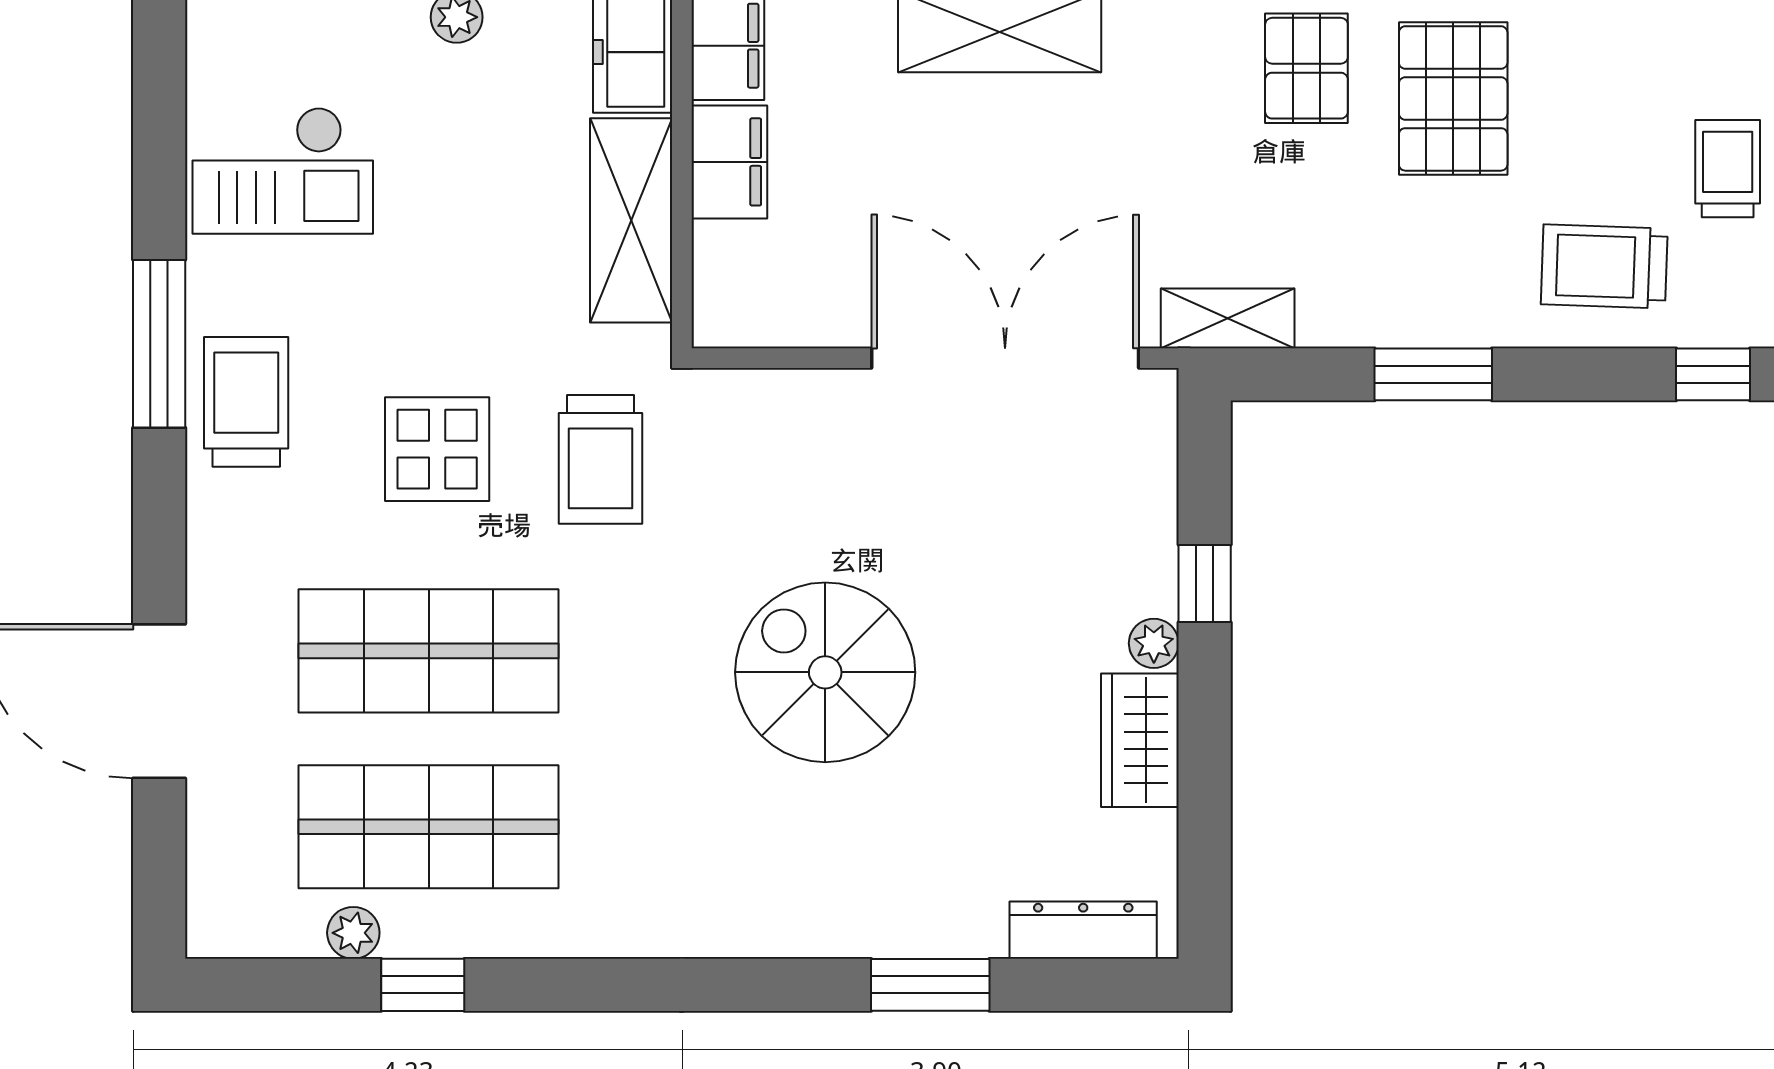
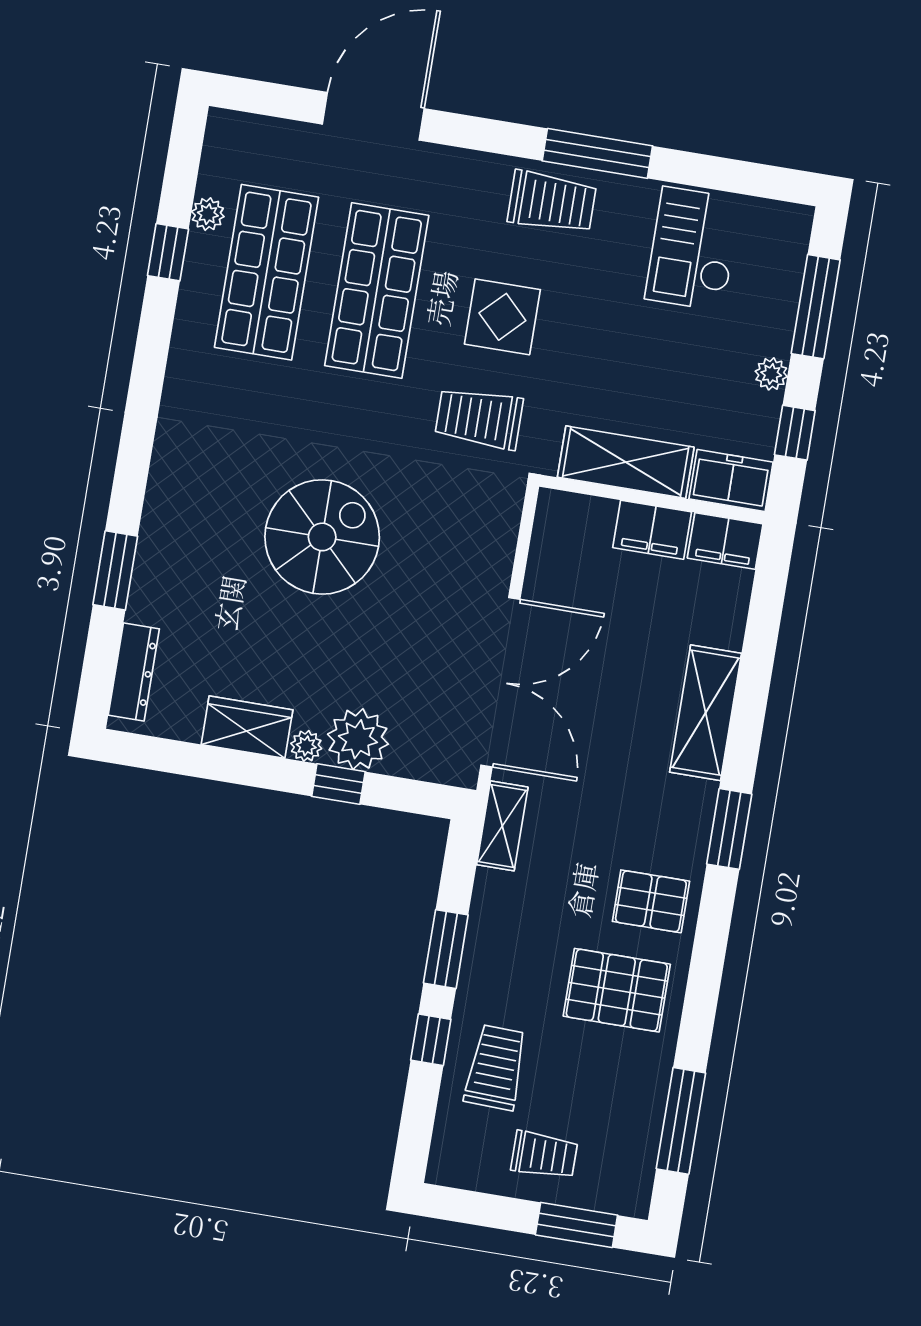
window: (1713, 374) -> (431, 1040), moved
plant: (1130, 565) -> (358, 739), added

